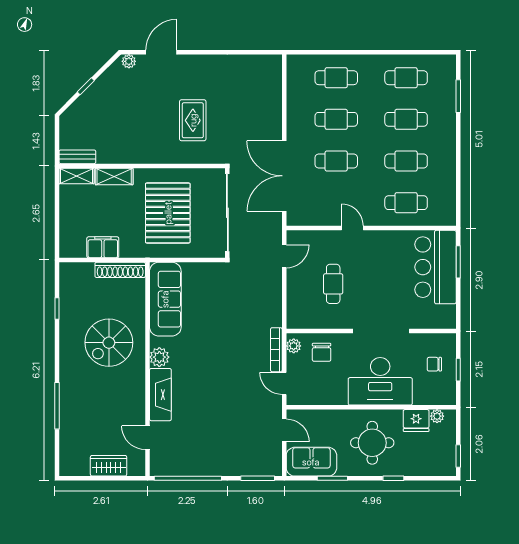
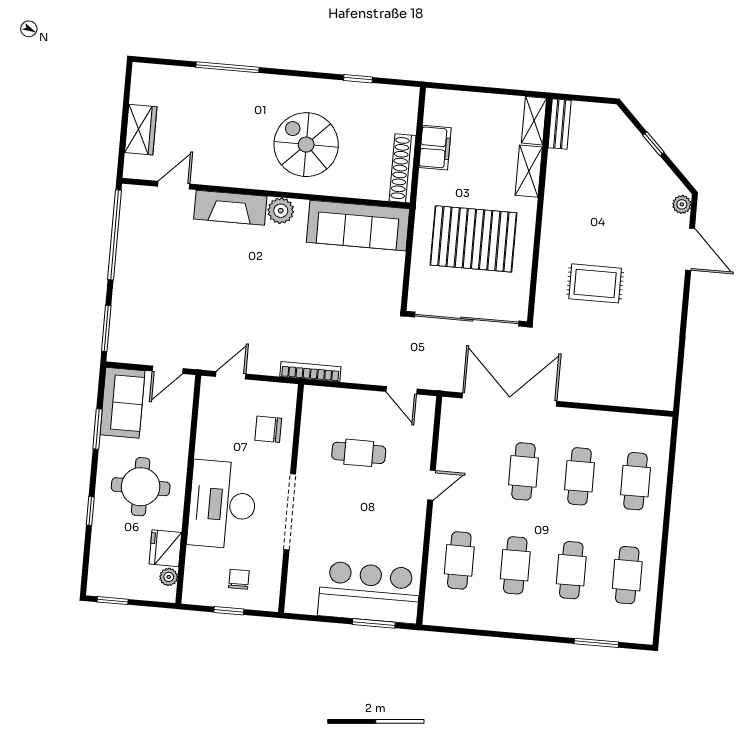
plant: (294, 346) -> (280, 392), removed
bookcase: (276, 350) -> (310, 372), moved

